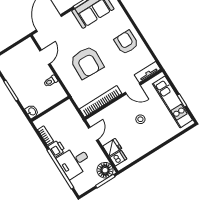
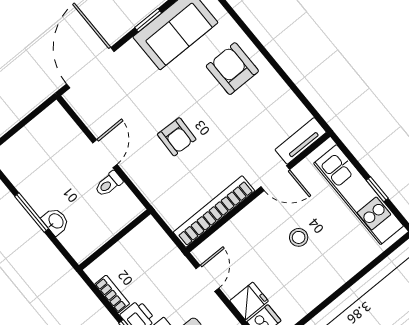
armchair: (126, 42) -> (232, 69), moved
door: (45, 57) -> (105, 154), moved
armchair: (87, 62) -> (177, 137), width x0.53, depth x0.53
washbasin: (32, 112) -> (56, 221), moved

